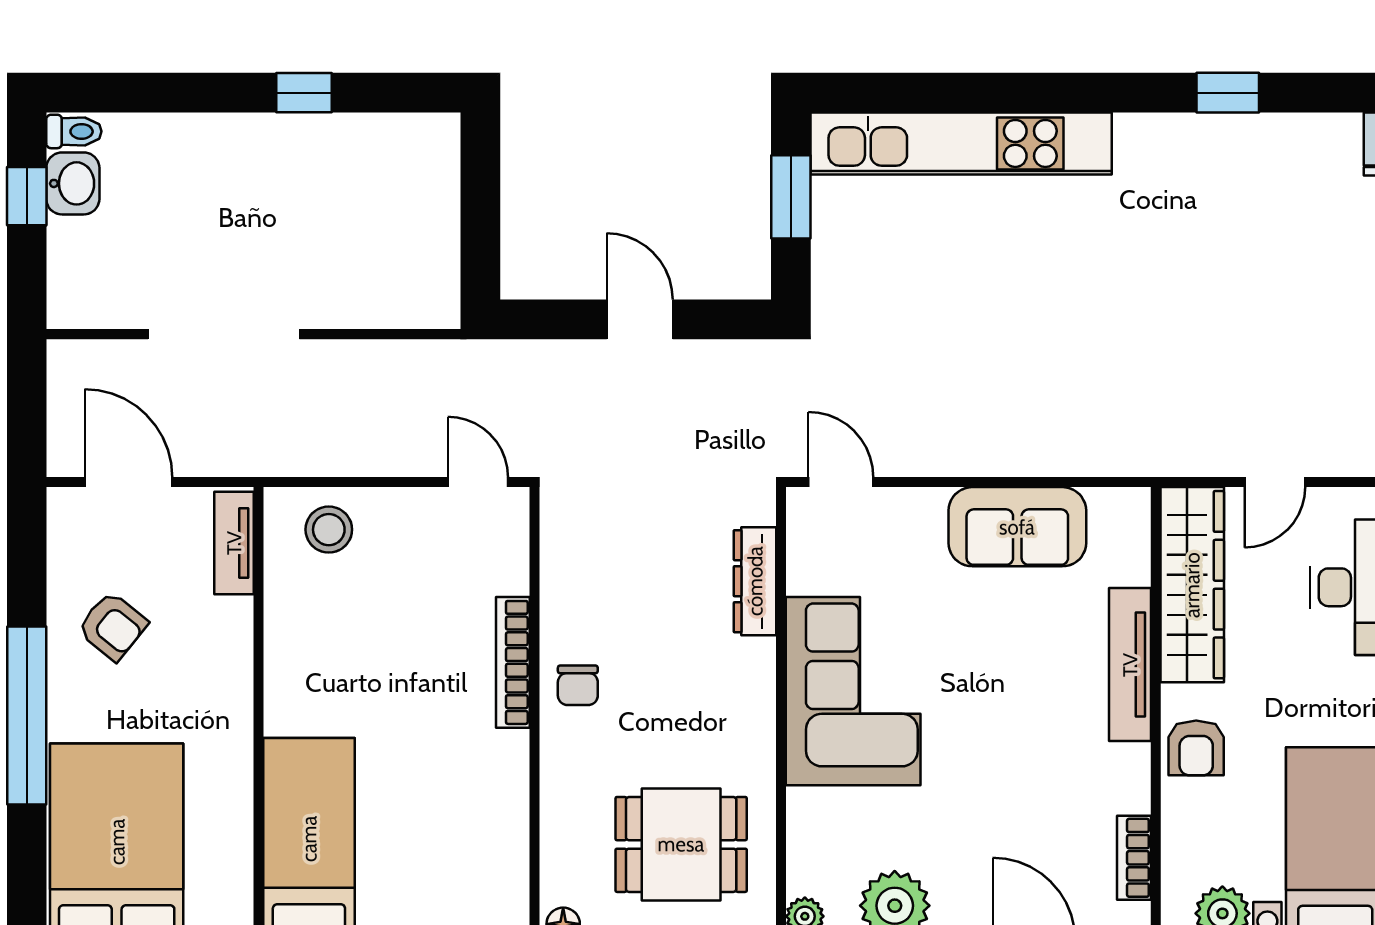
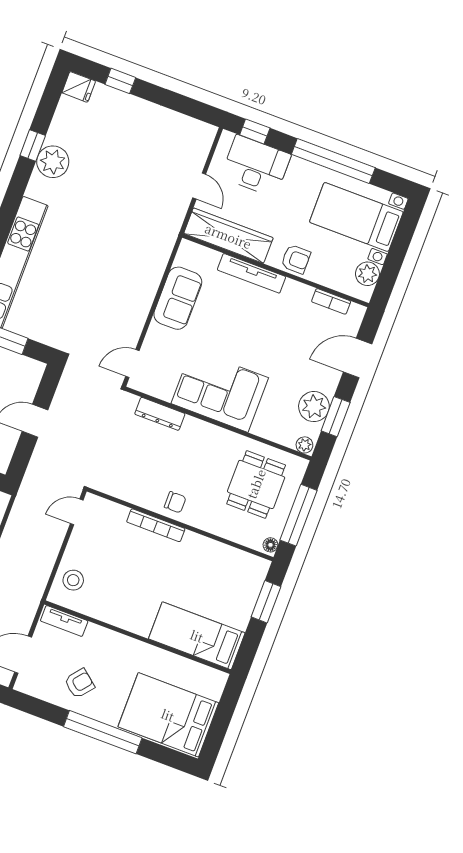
plant: (1209, 149) -> (53, 162), added

